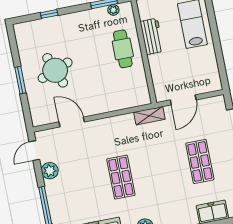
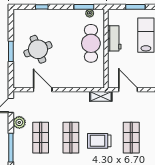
cafe table: (123, 49) -> (91, 43), width x1.37, depth x1.35
door: (183, 100) -> (128, 90), swing flipped
trolley: (159, 174) -> (99, 141), added
shop shelf: (81, 185) -> (41, 138), added

